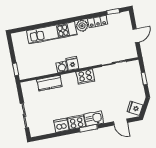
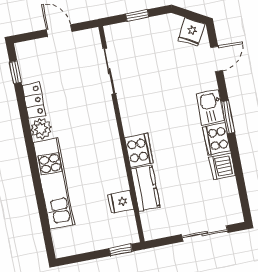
fridge: (72, 63) -> (121, 202), moved
water cooler: (62, 67) -> (116, 166), removed
cooker: (85, 77) -> (139, 150), moved

